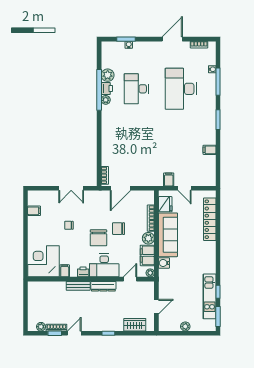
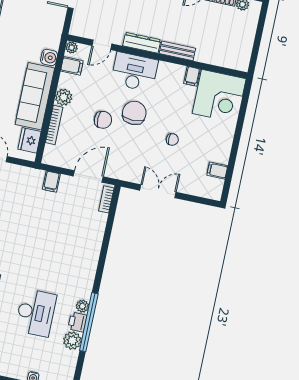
filing cabinet: (169, 180) -> (51, 182), moved
filing cabinet: (147, 255) -> (72, 66), width x0.50
printer: (83, 272) -> (166, 69), removed

